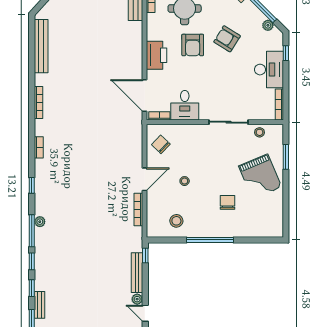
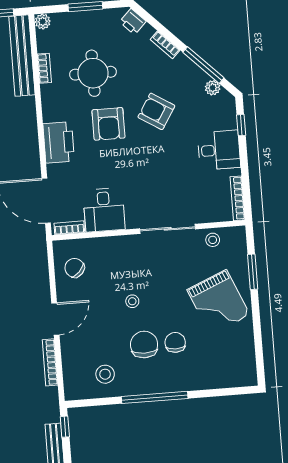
desk: (269, 70) -> (219, 150), width x0.73
stool: (185, 181) -> (132, 301), moved
chair: (205, 202) -> (144, 345), added

